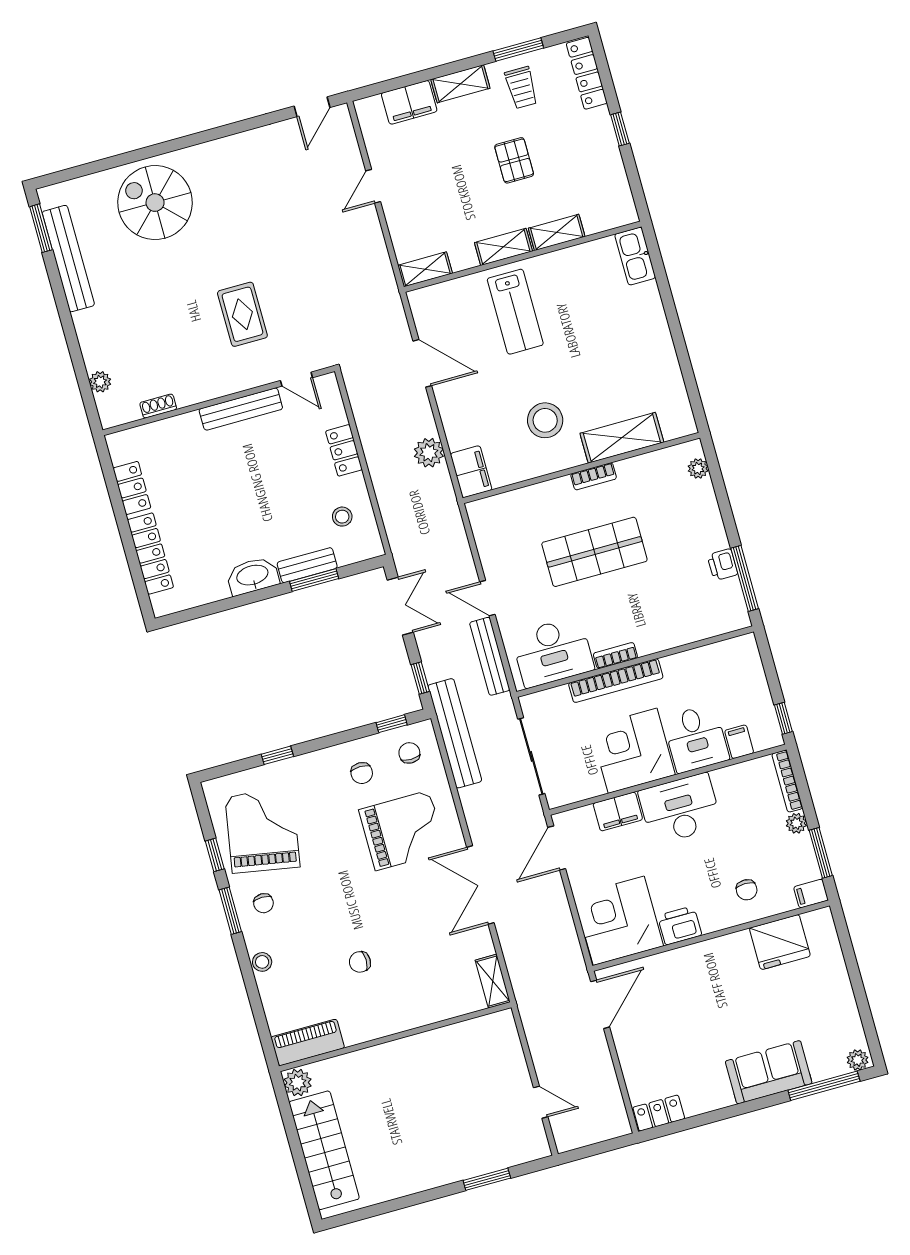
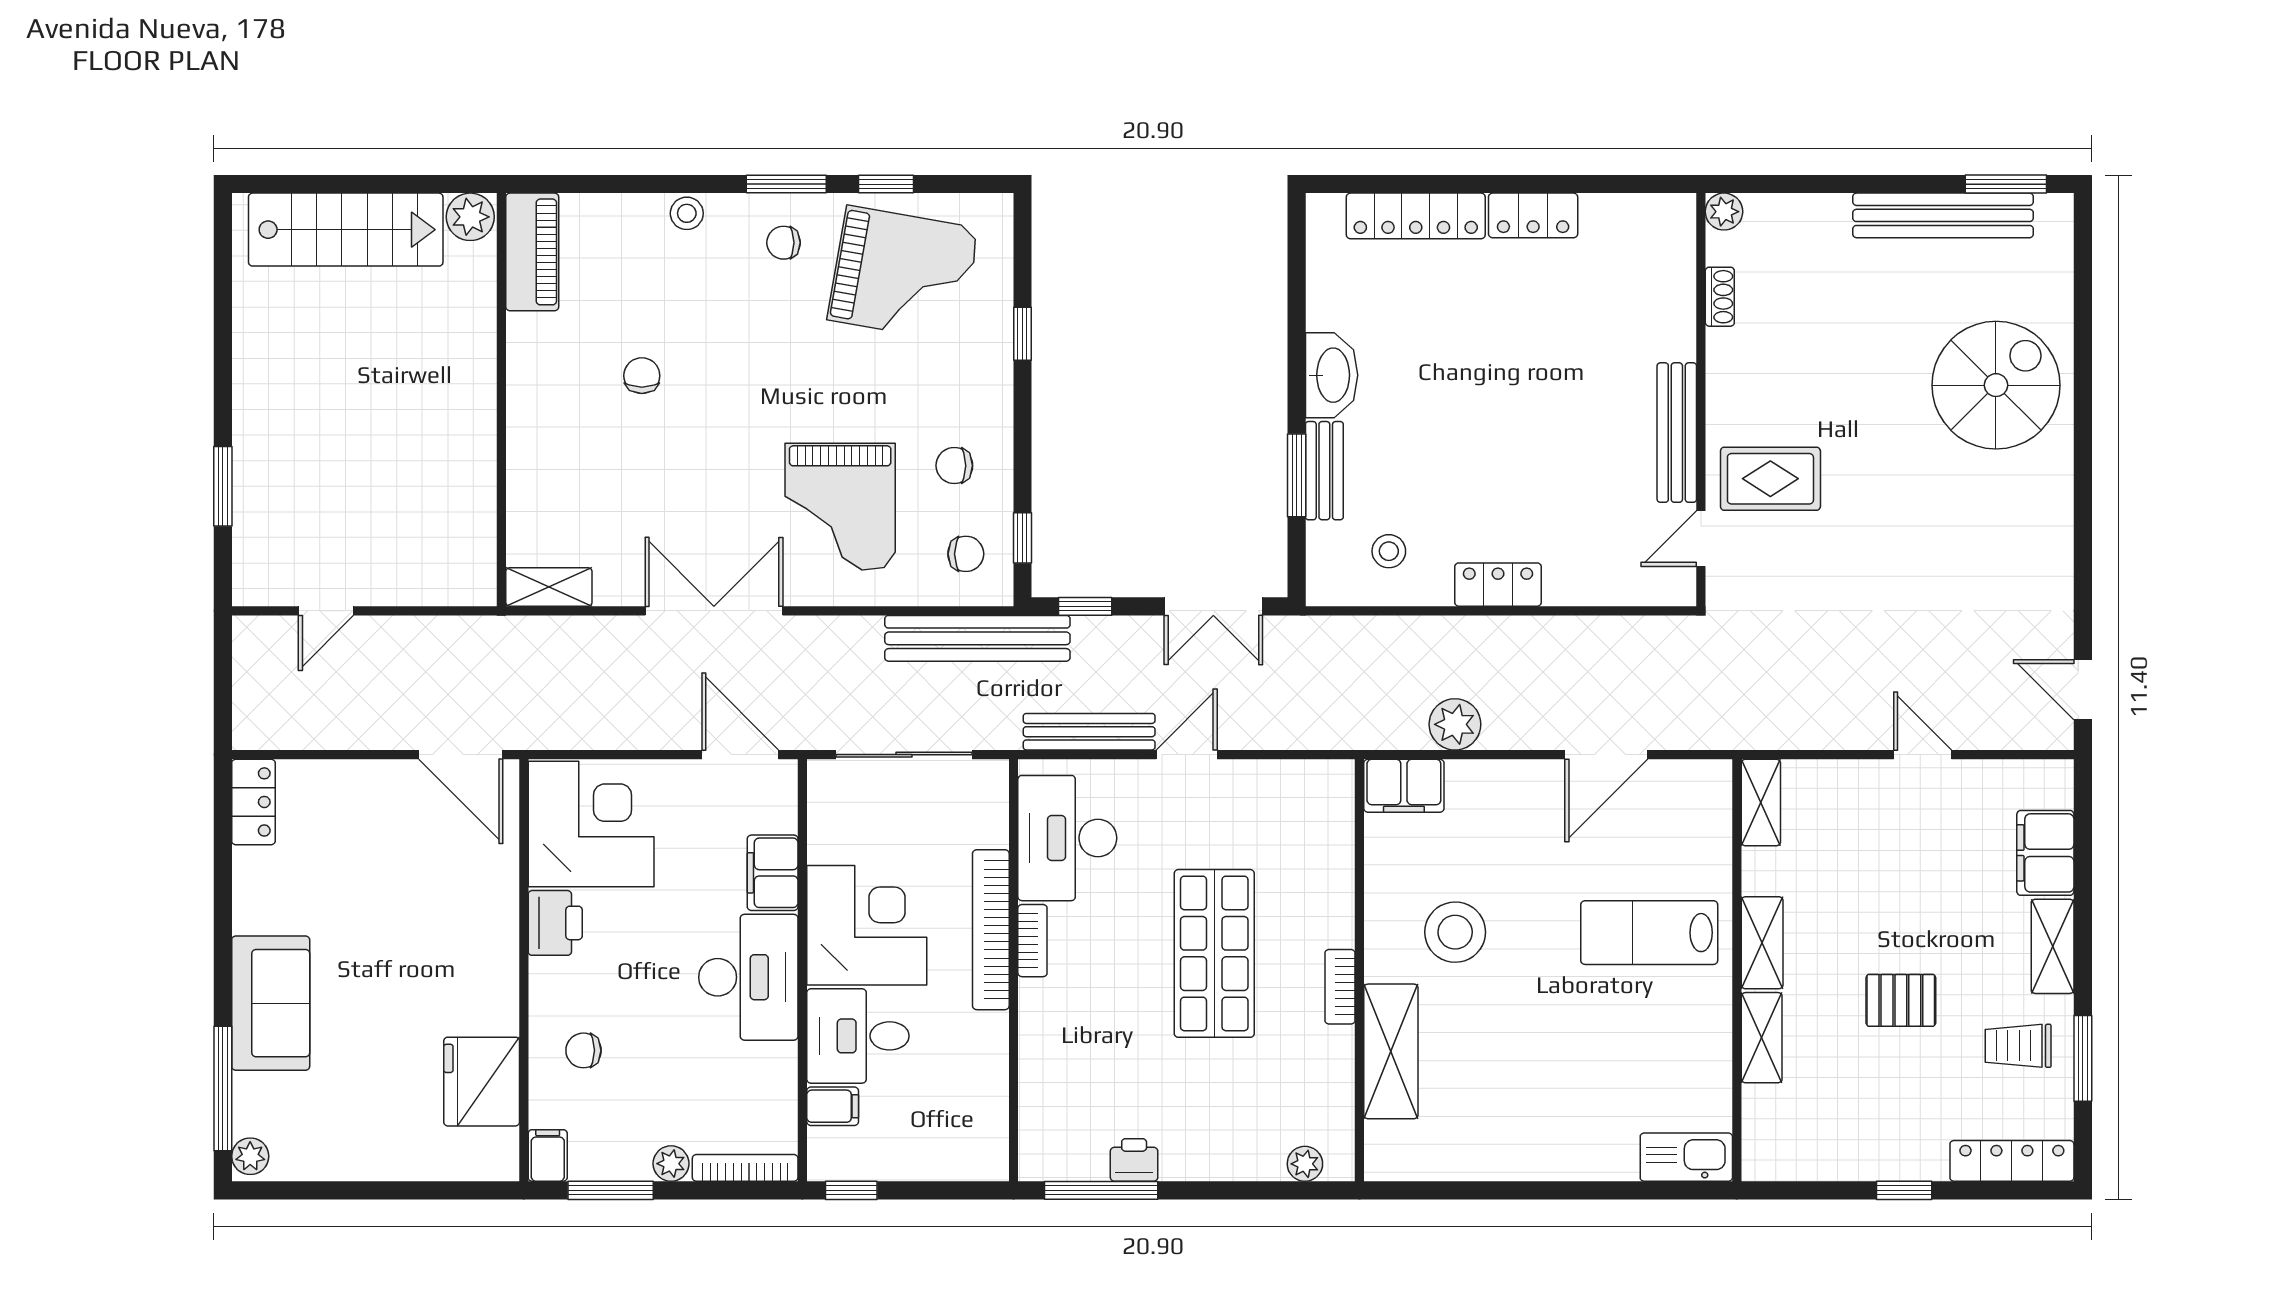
door: (296, 379) -> (1701, 539), moved
wall: (219, 401) -> (1701, 400), moved
shoe rack: (158, 406) -> (1720, 297), moved
bench: (241, 409) -> (1677, 433), moved

